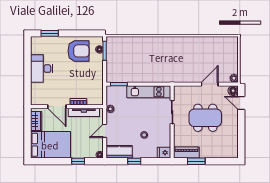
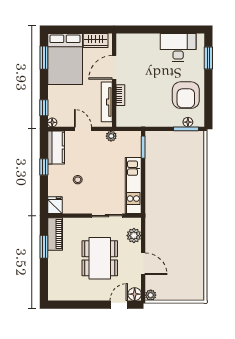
desk: (41, 69) -> (178, 47), moved
plant: (188, 91) -> (134, 236), added
window: (49, 161) -> (44, 58), added
window: (78, 161) -> (44, 108), moved

